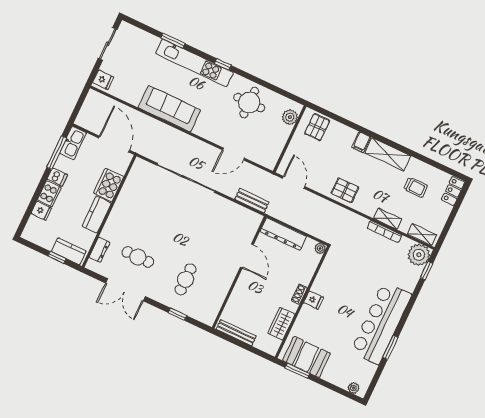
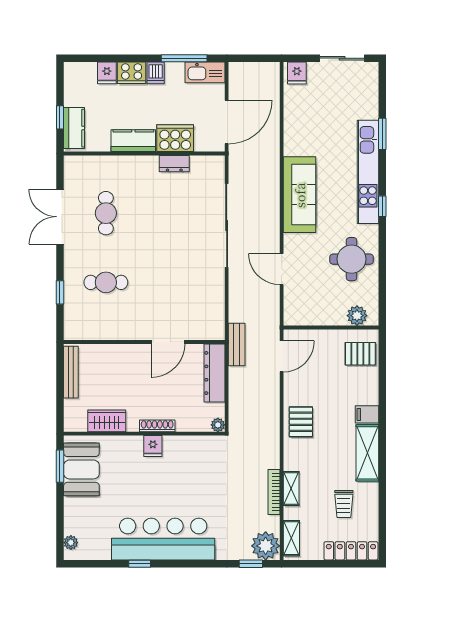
sofa: (169, 109) -> (300, 195), moved
locker: (453, 191) -> (351, 551), width x1.53
bench: (252, 201) -> (237, 344), moved
dresser: (100, 250) -> (174, 164), moved
shoe rack: (299, 294) -> (157, 426), width x1.43
window: (390, 347) -> (140, 564), width x0.67

